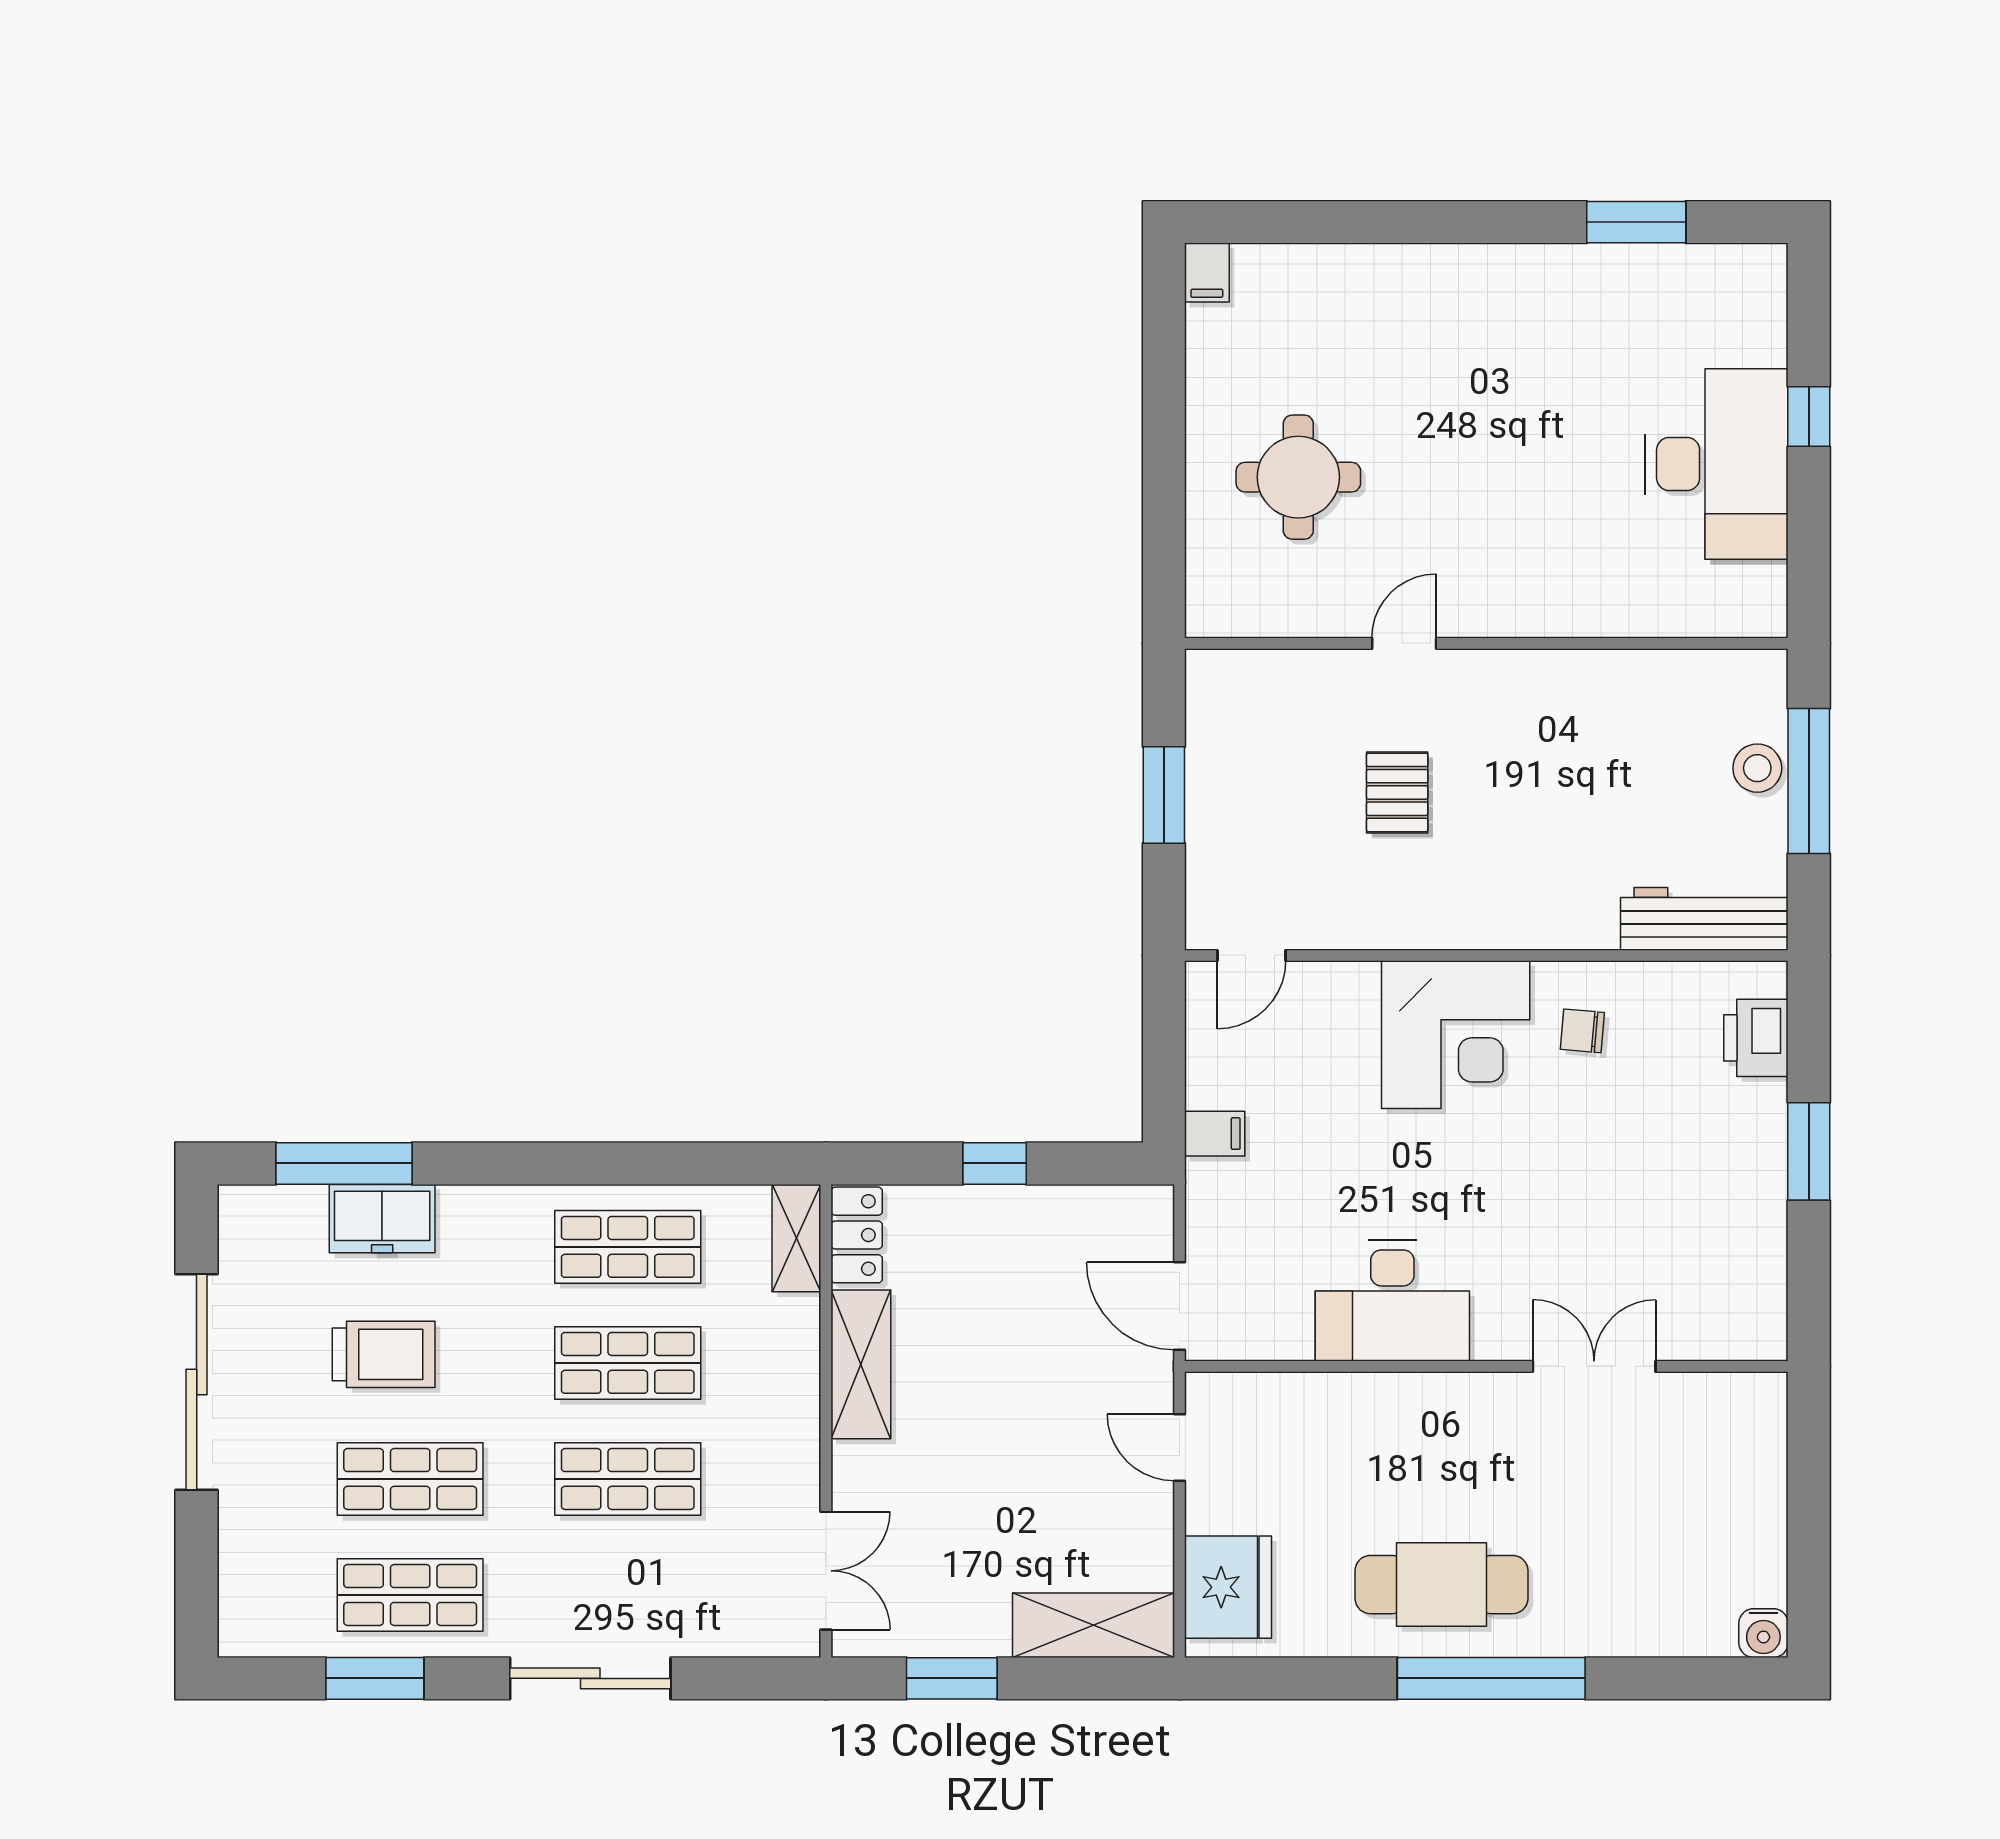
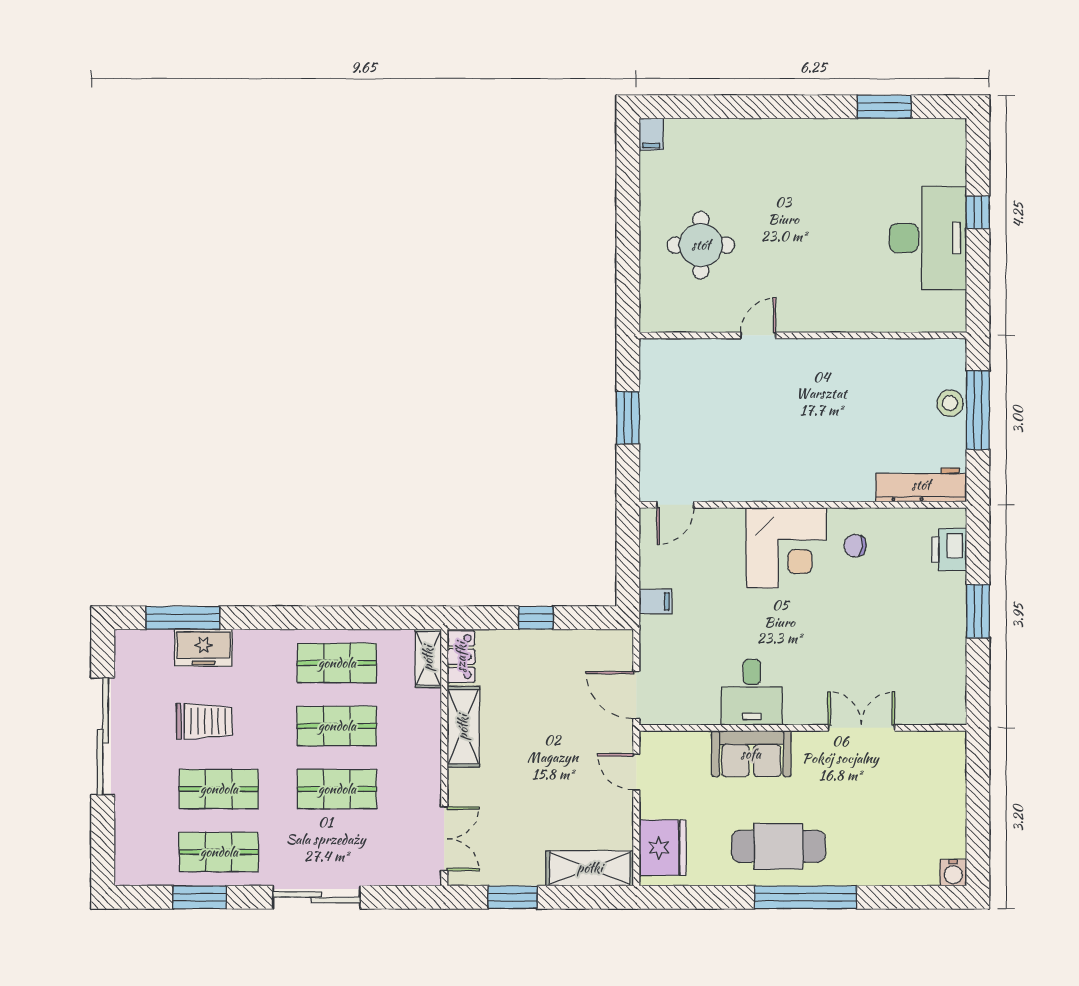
pallet: (1397, 792) -> (754, 416), removed
desk: (1392, 1301) -> (752, 692), width x0.73
sofa: (1391, 1414) -> (751, 754), added

